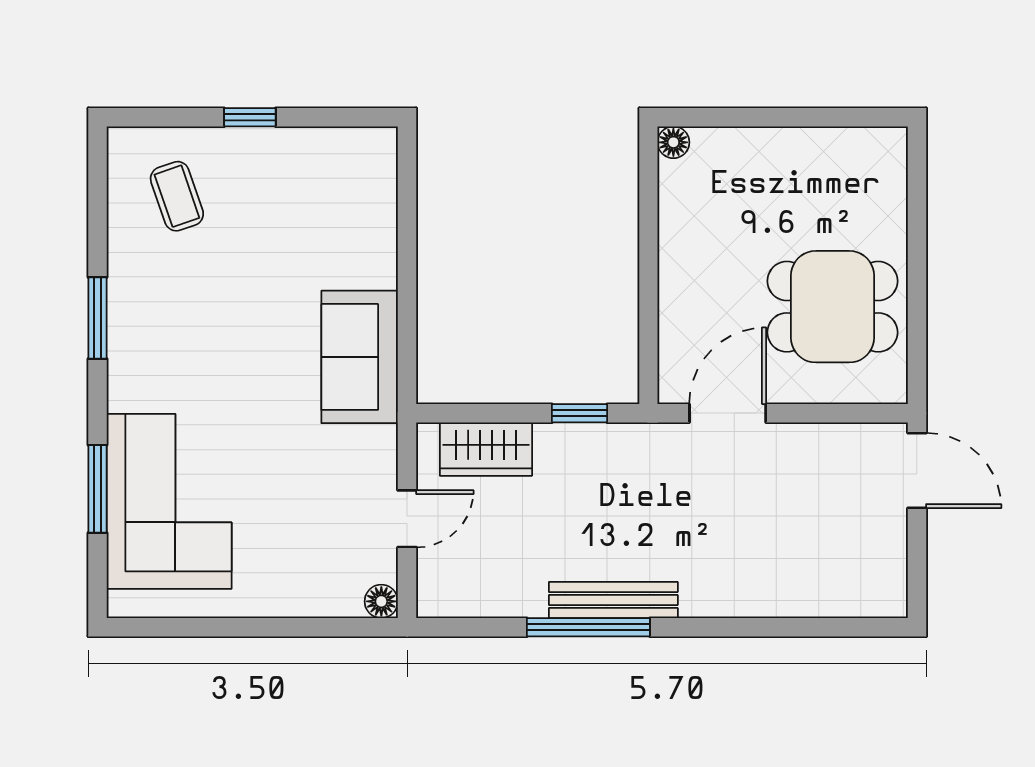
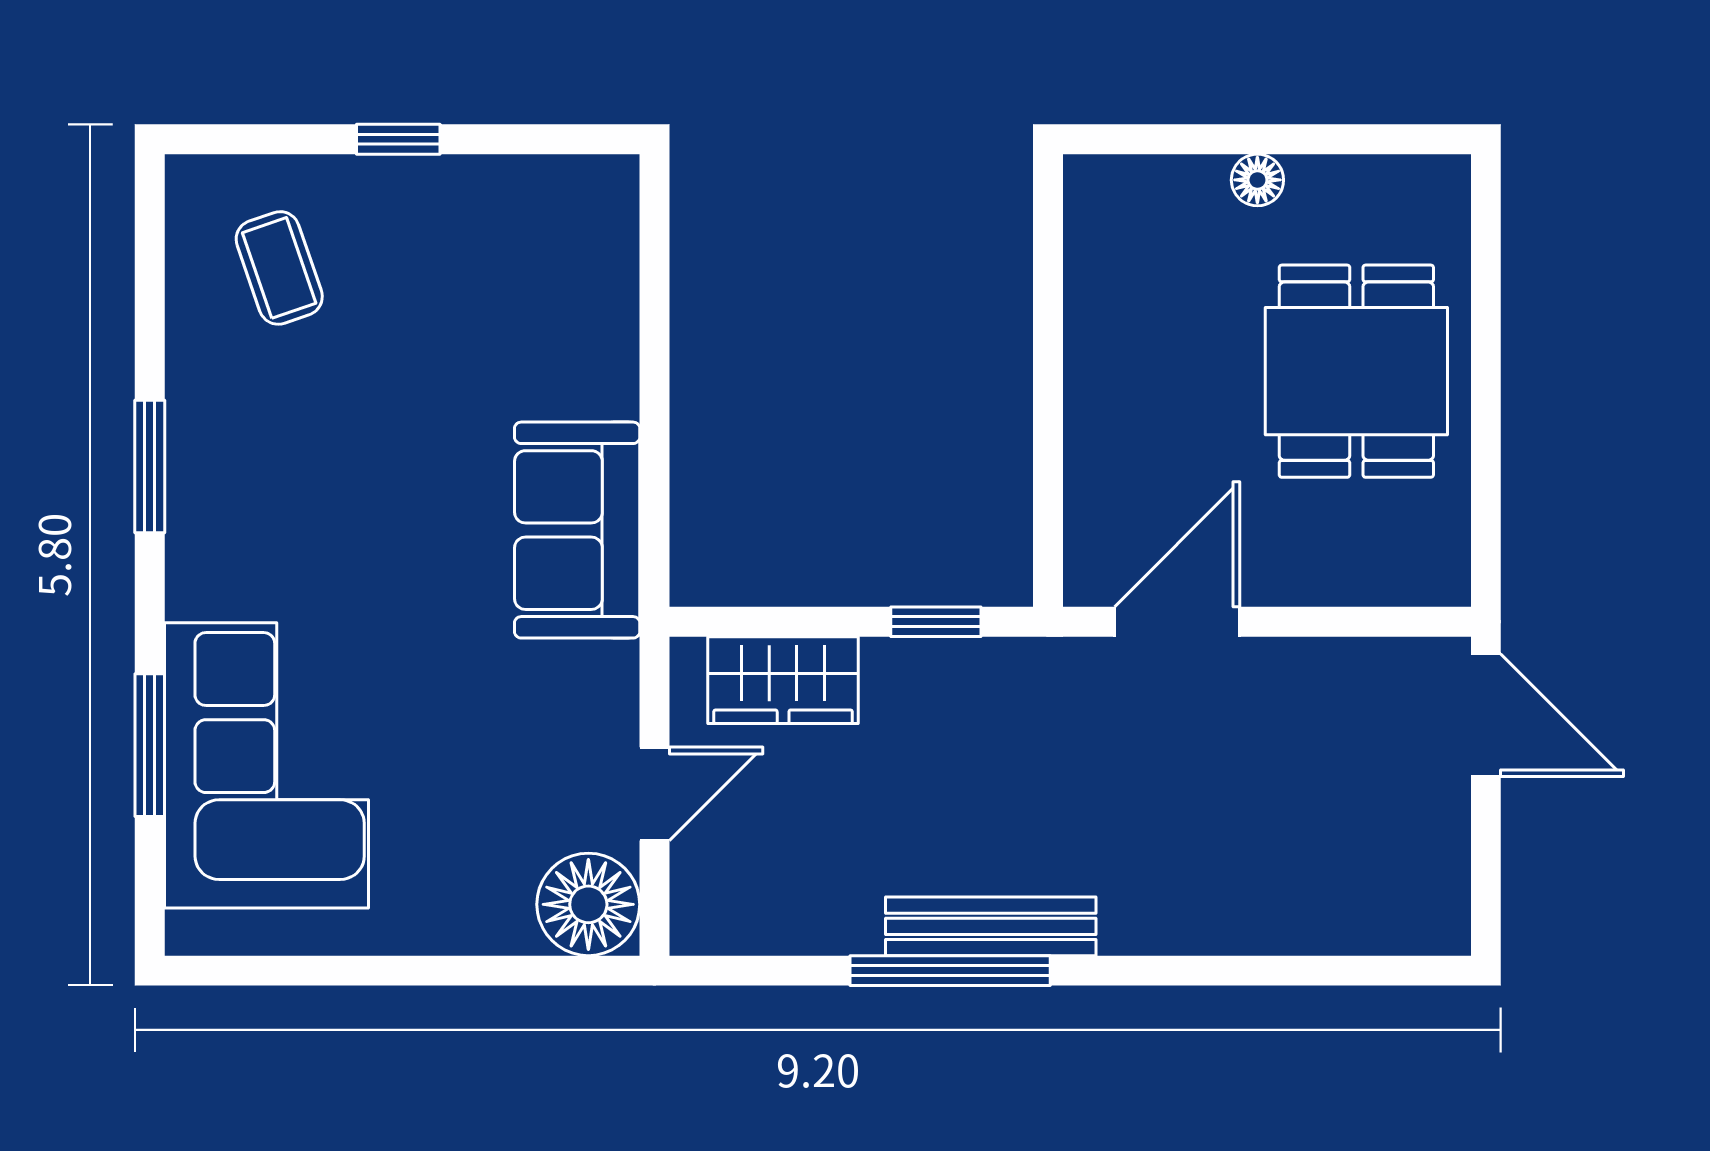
floor lamp: (673, 142) -> (1257, 180), moved
dining table: (833, 307) -> (1356, 371), moved, turned 90
floor lamp: (381, 601) -> (588, 904), width x1.89, depth x1.89

